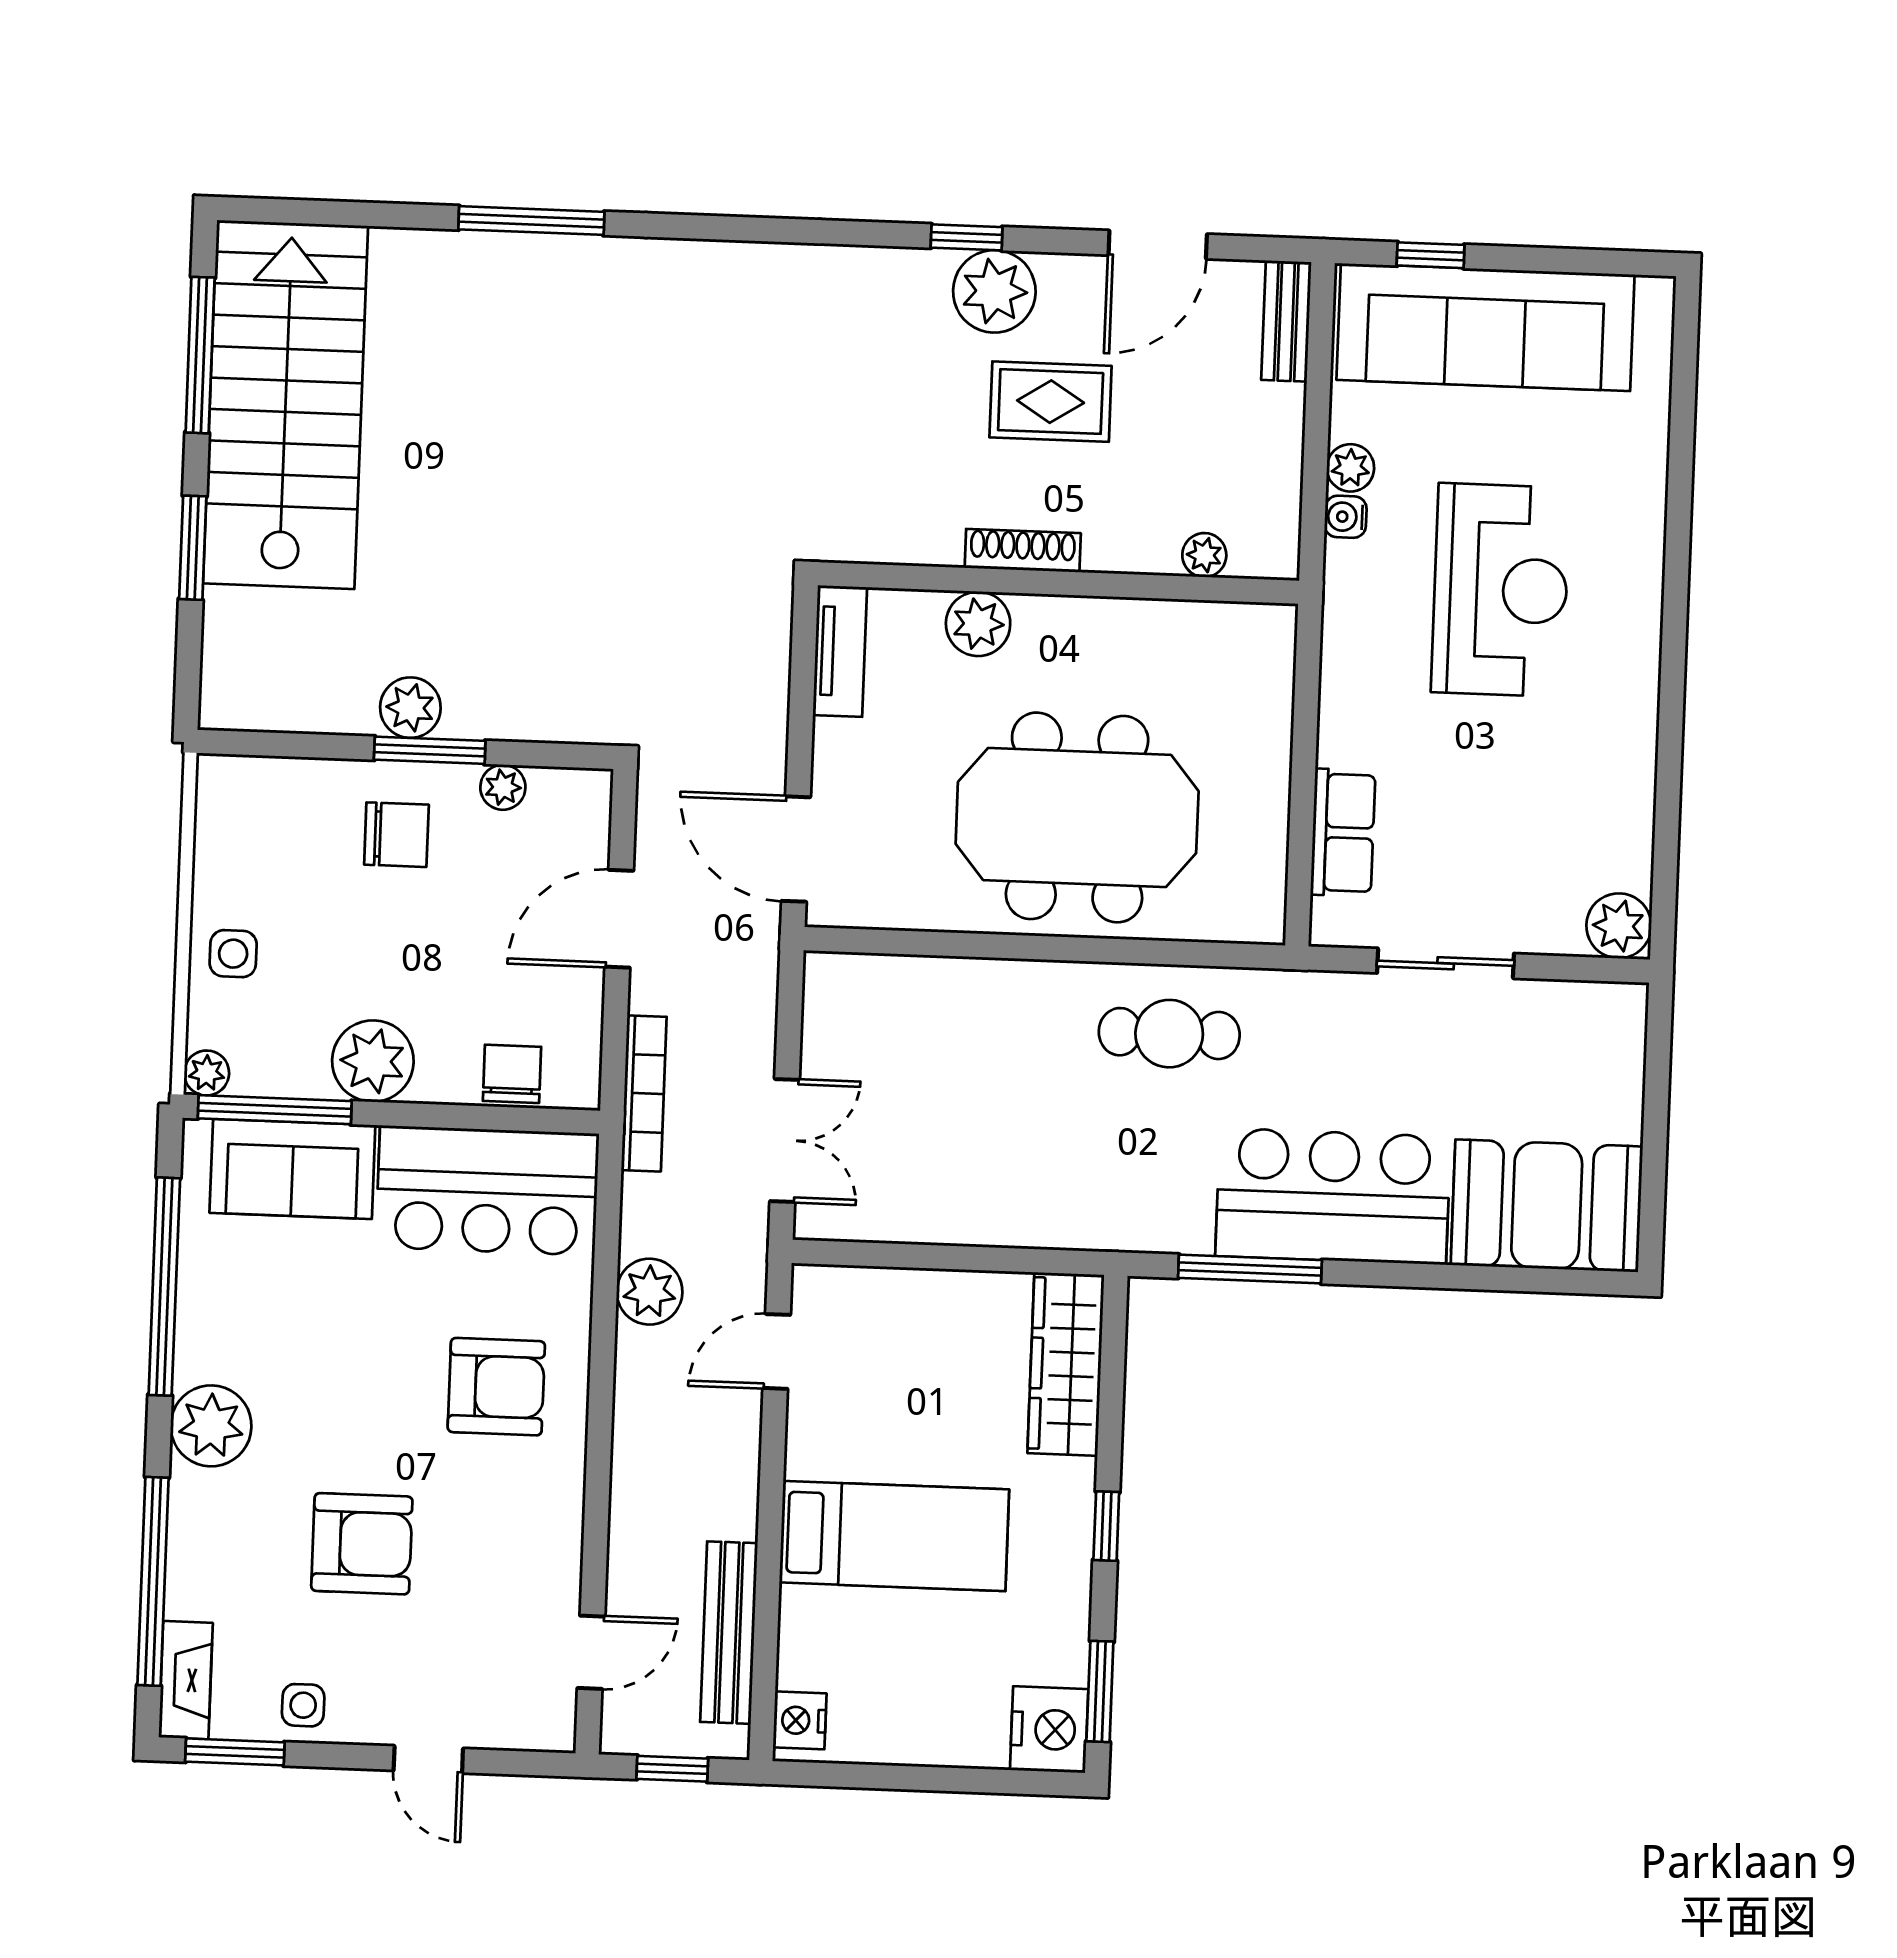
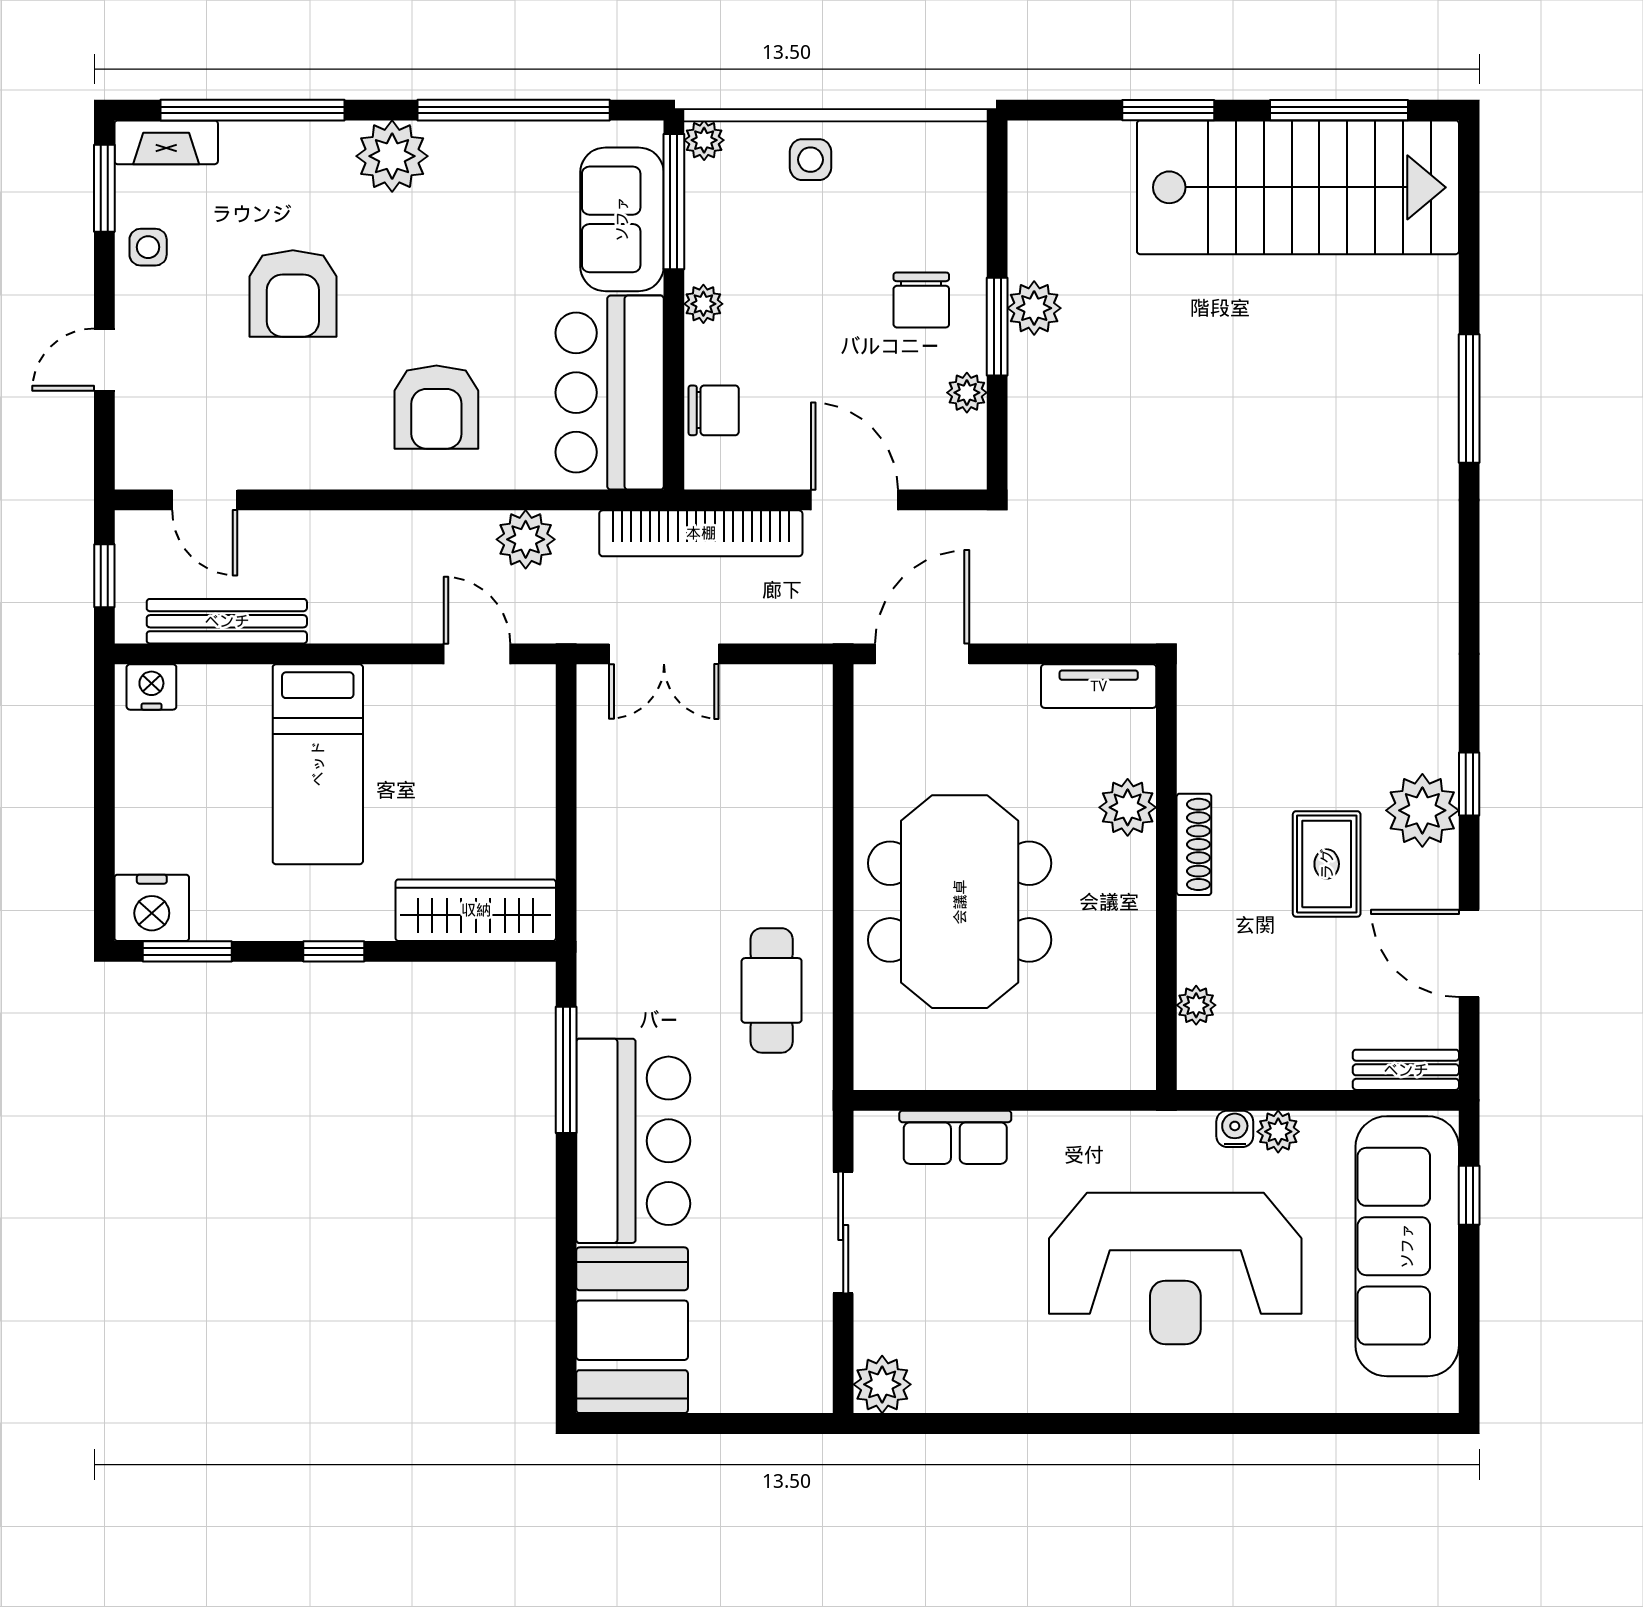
reception desk: (1501, 590) -> (1175, 1268), width x1.36, depth x1.30
plant: (373, 1061) -> (703, 304), width x0.53, depth x0.53
bookcase: (644, 1093) -> (701, 533), width x1.48, depth x1.31

